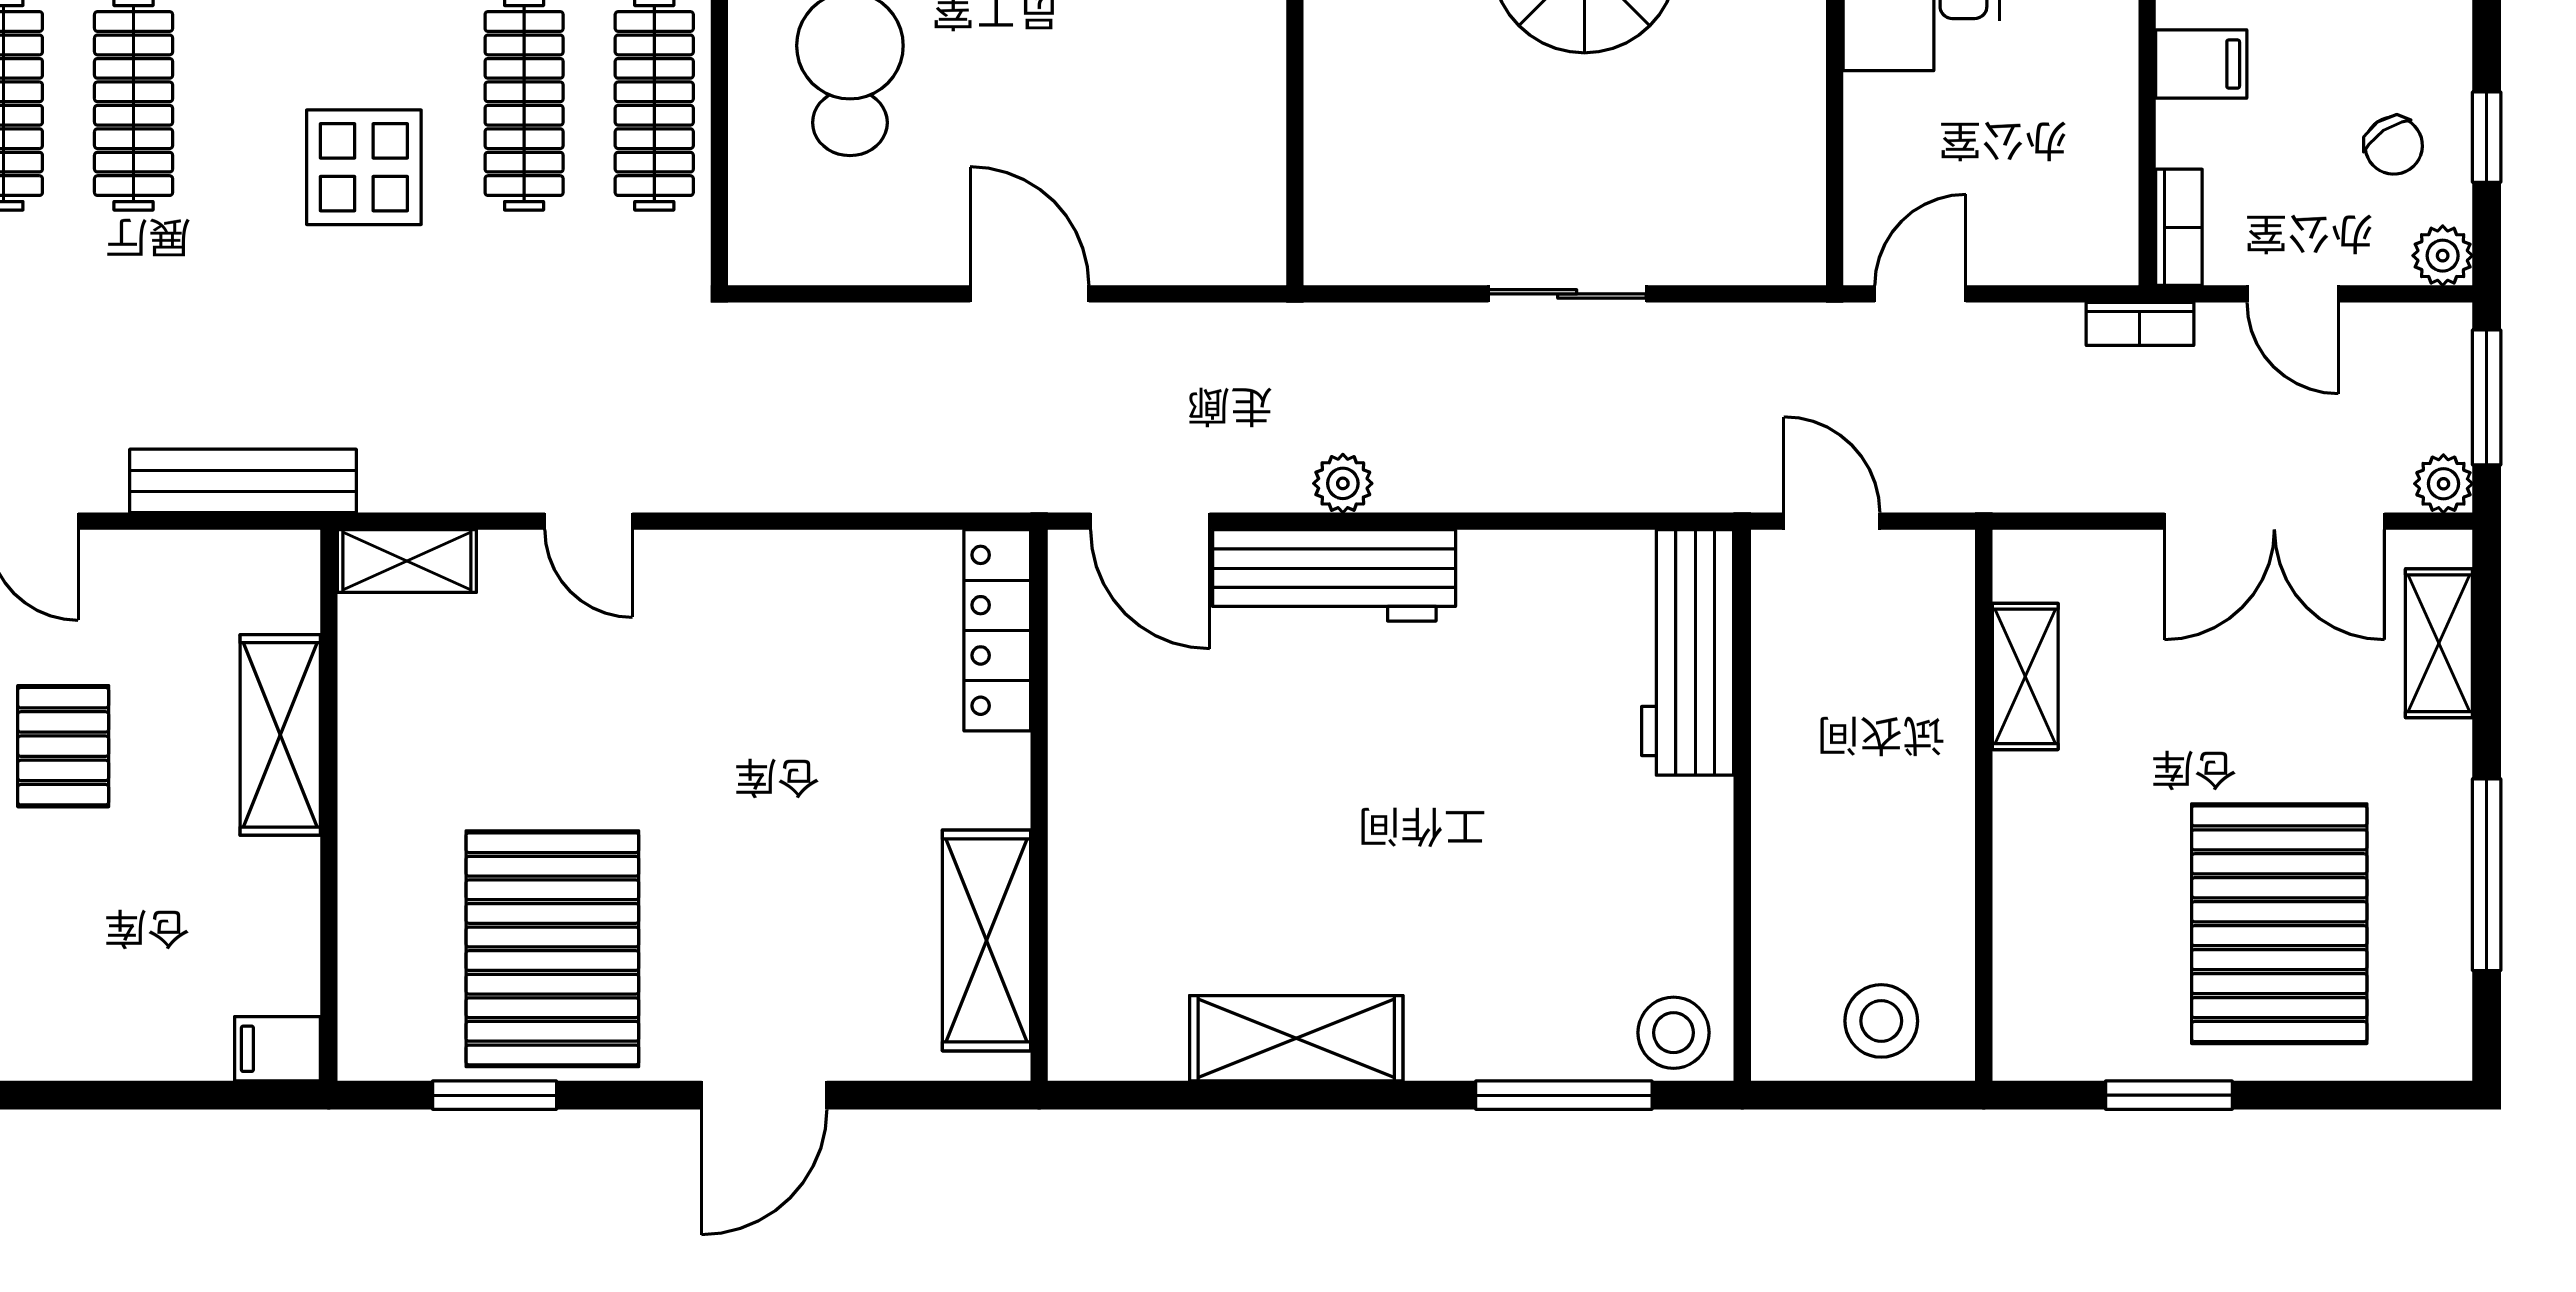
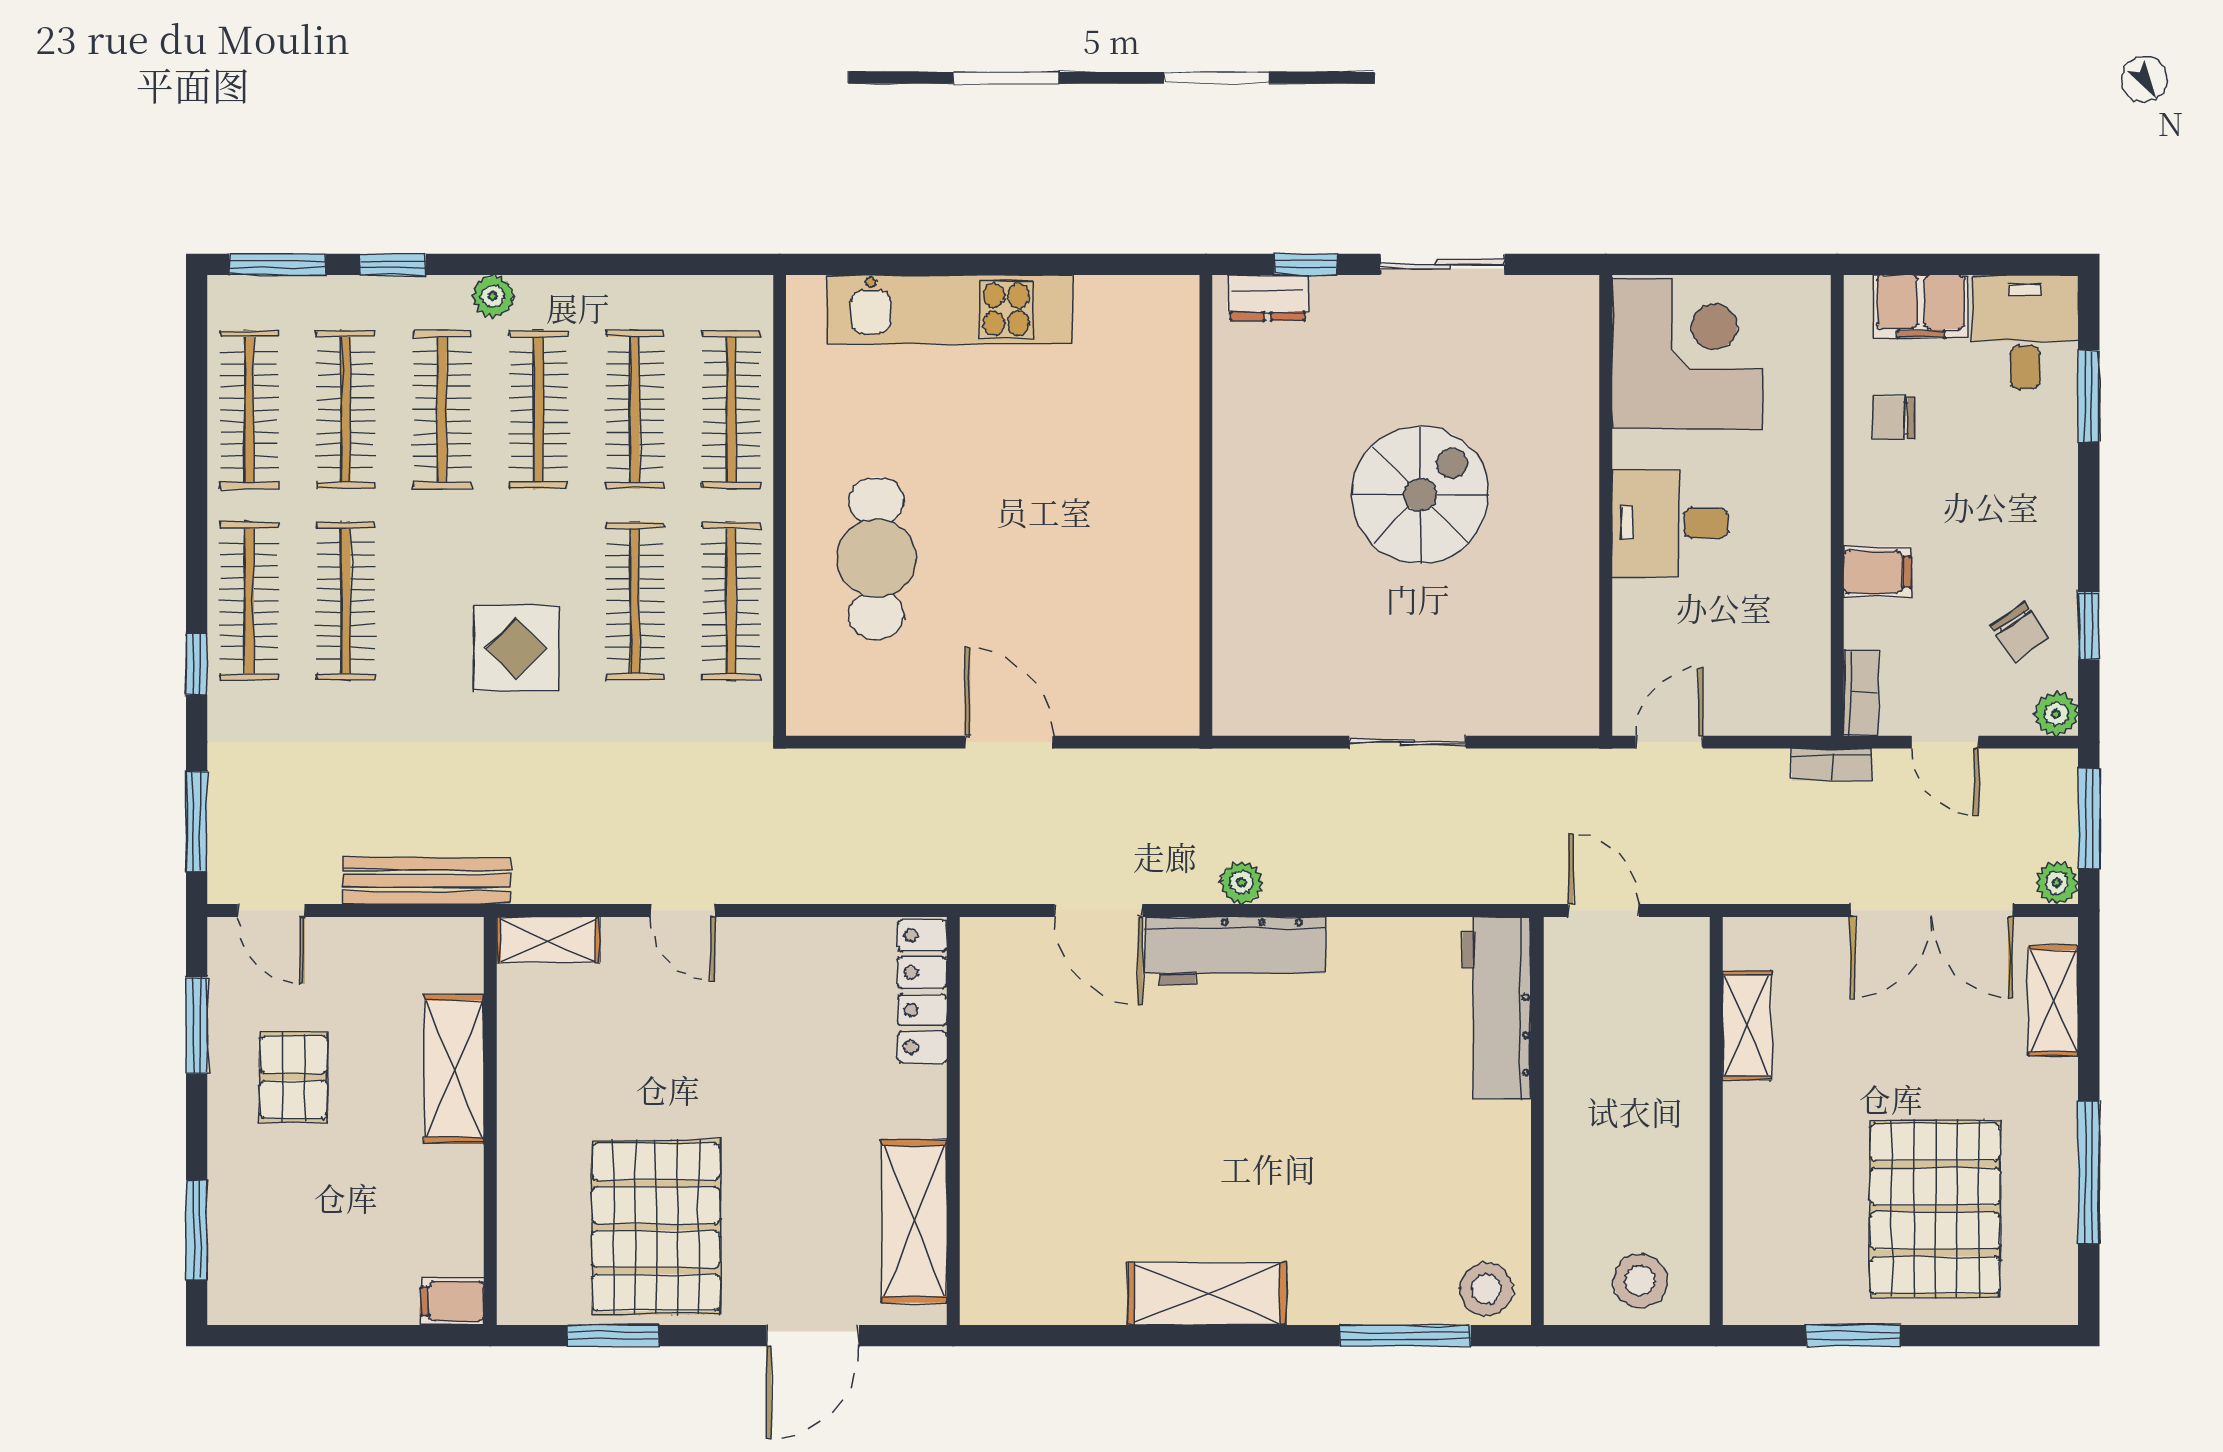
locker: (997, 630) -> (922, 991), moved
wall: (1039, 805) -> (953, 1121), moved
shelving: (986, 940) -> (914, 1221), moved

